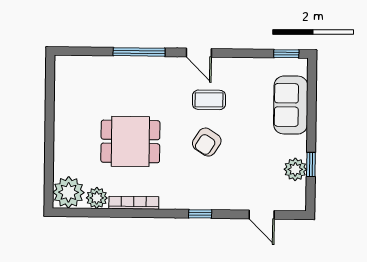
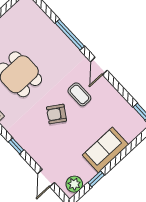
sofa: (291, 105) -> (105, 150), moved
plant: (295, 169) -> (74, 184), moved

